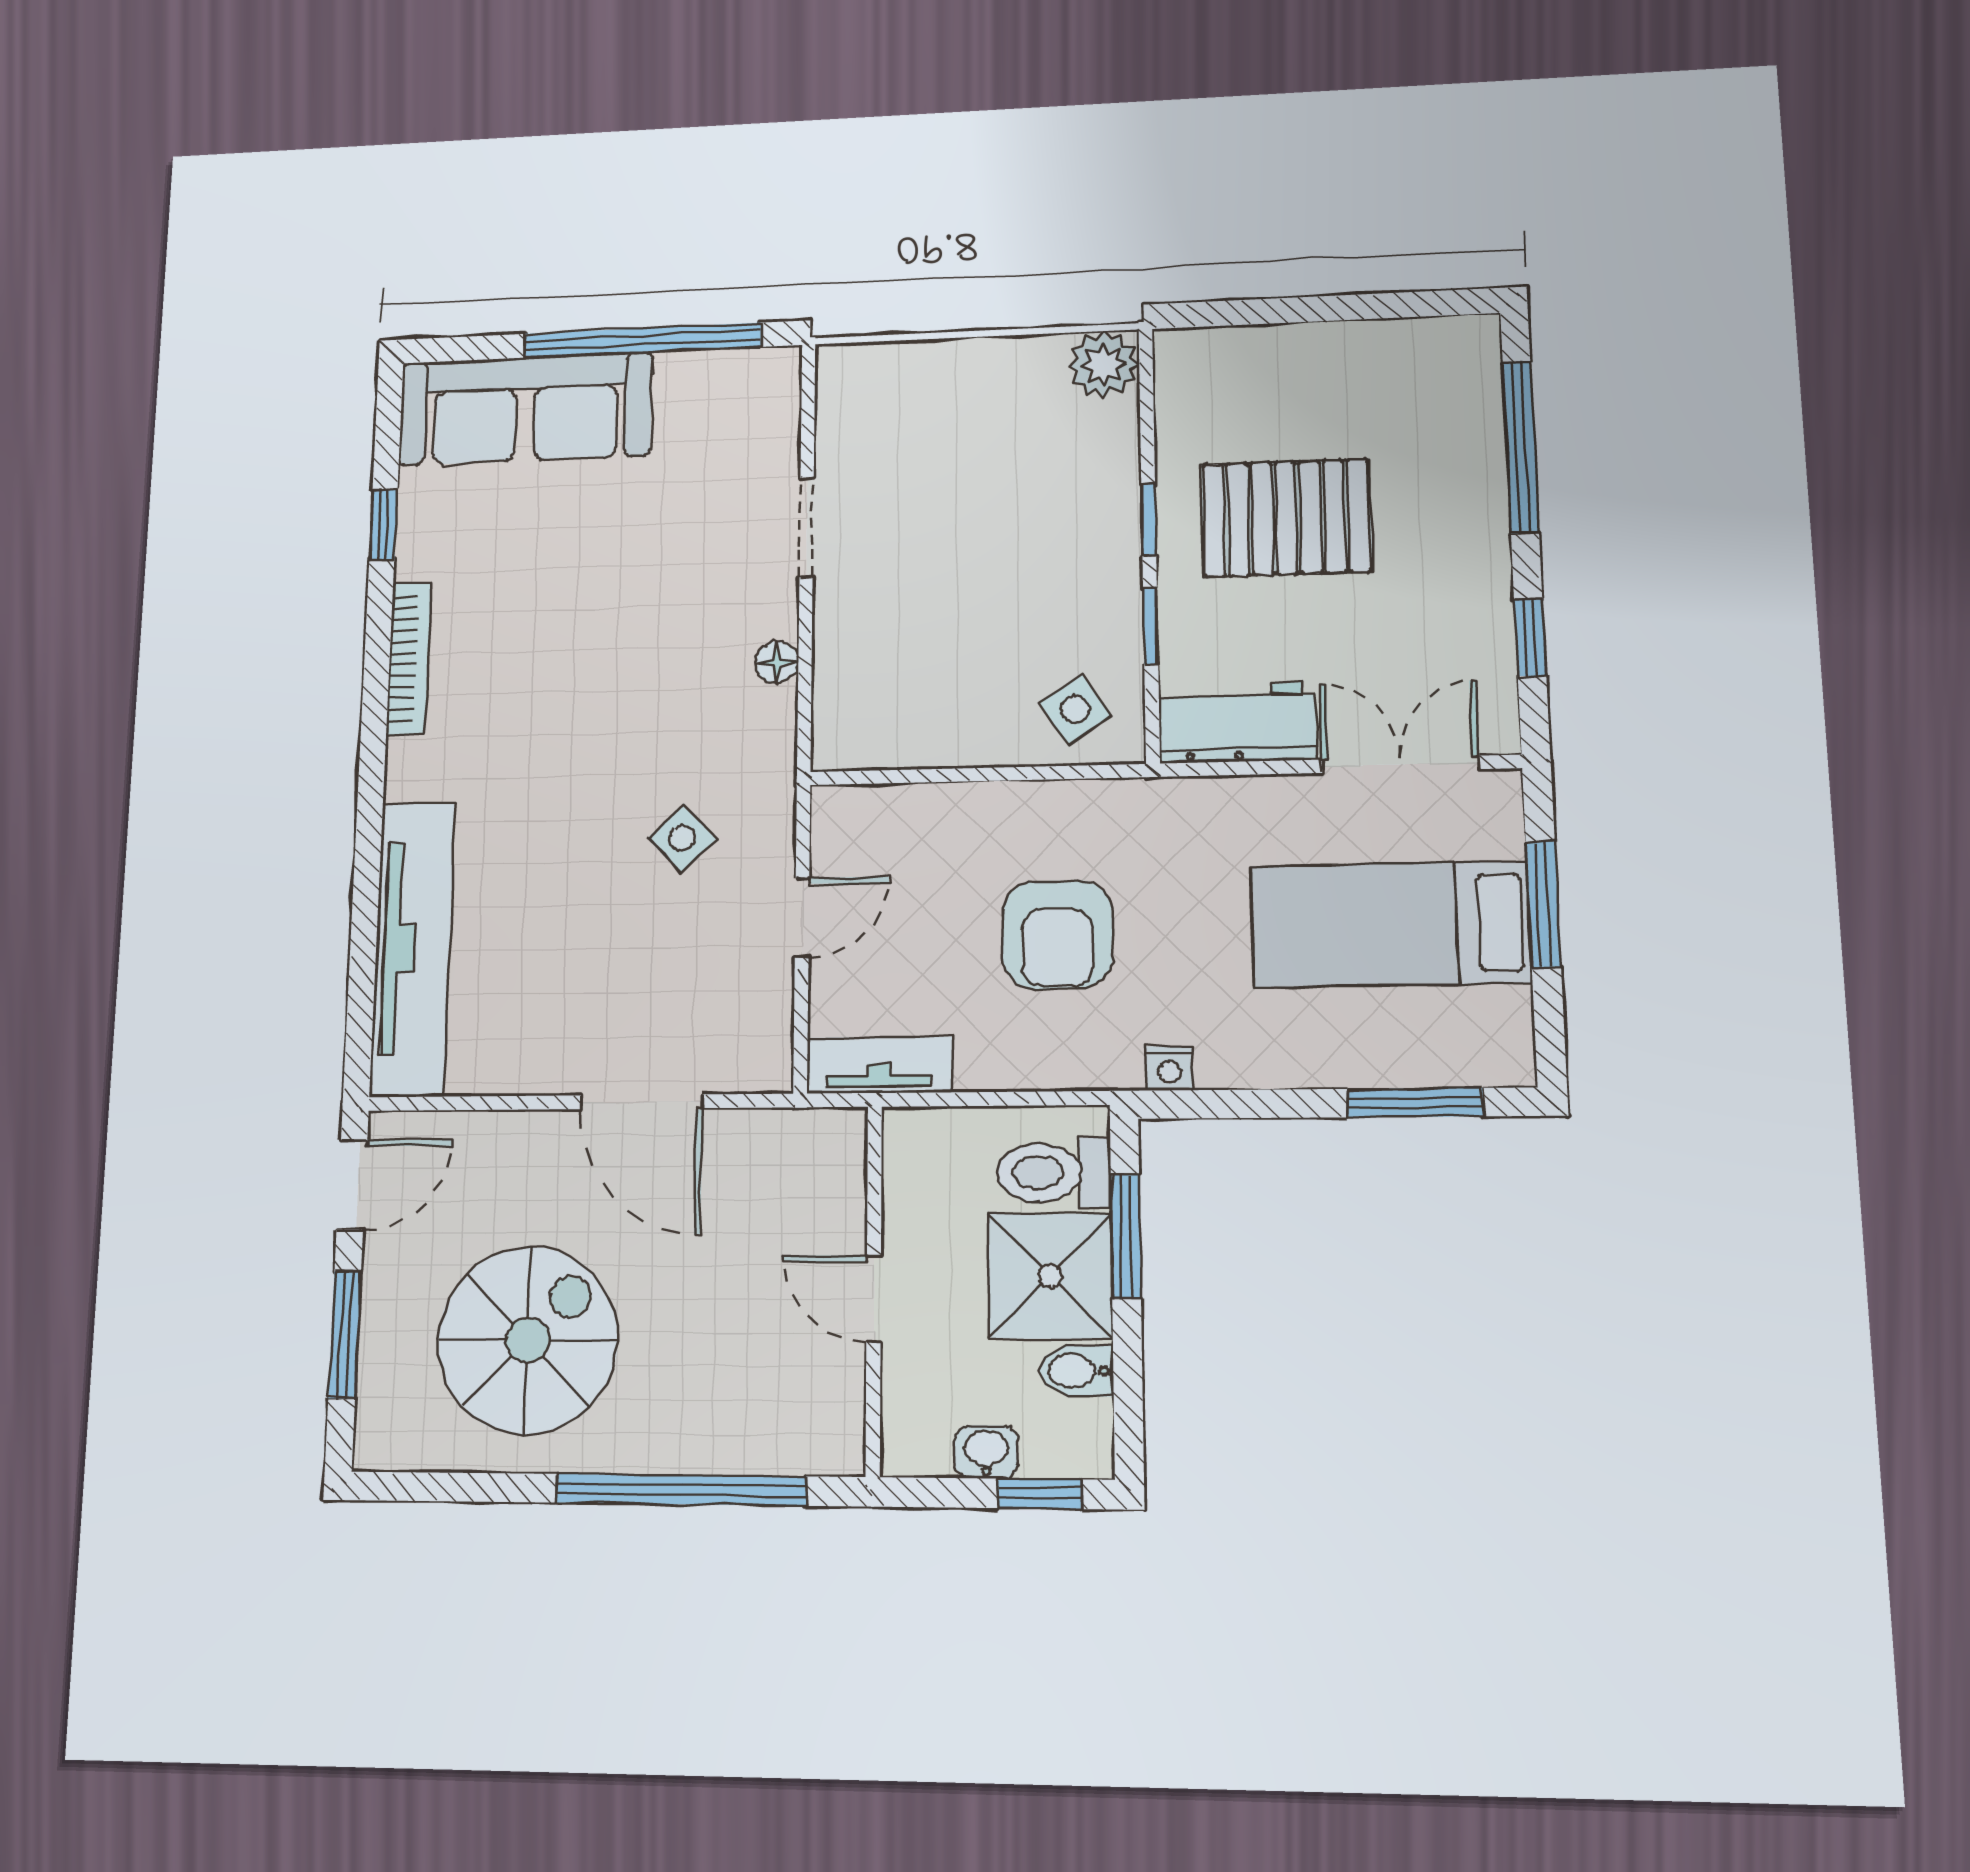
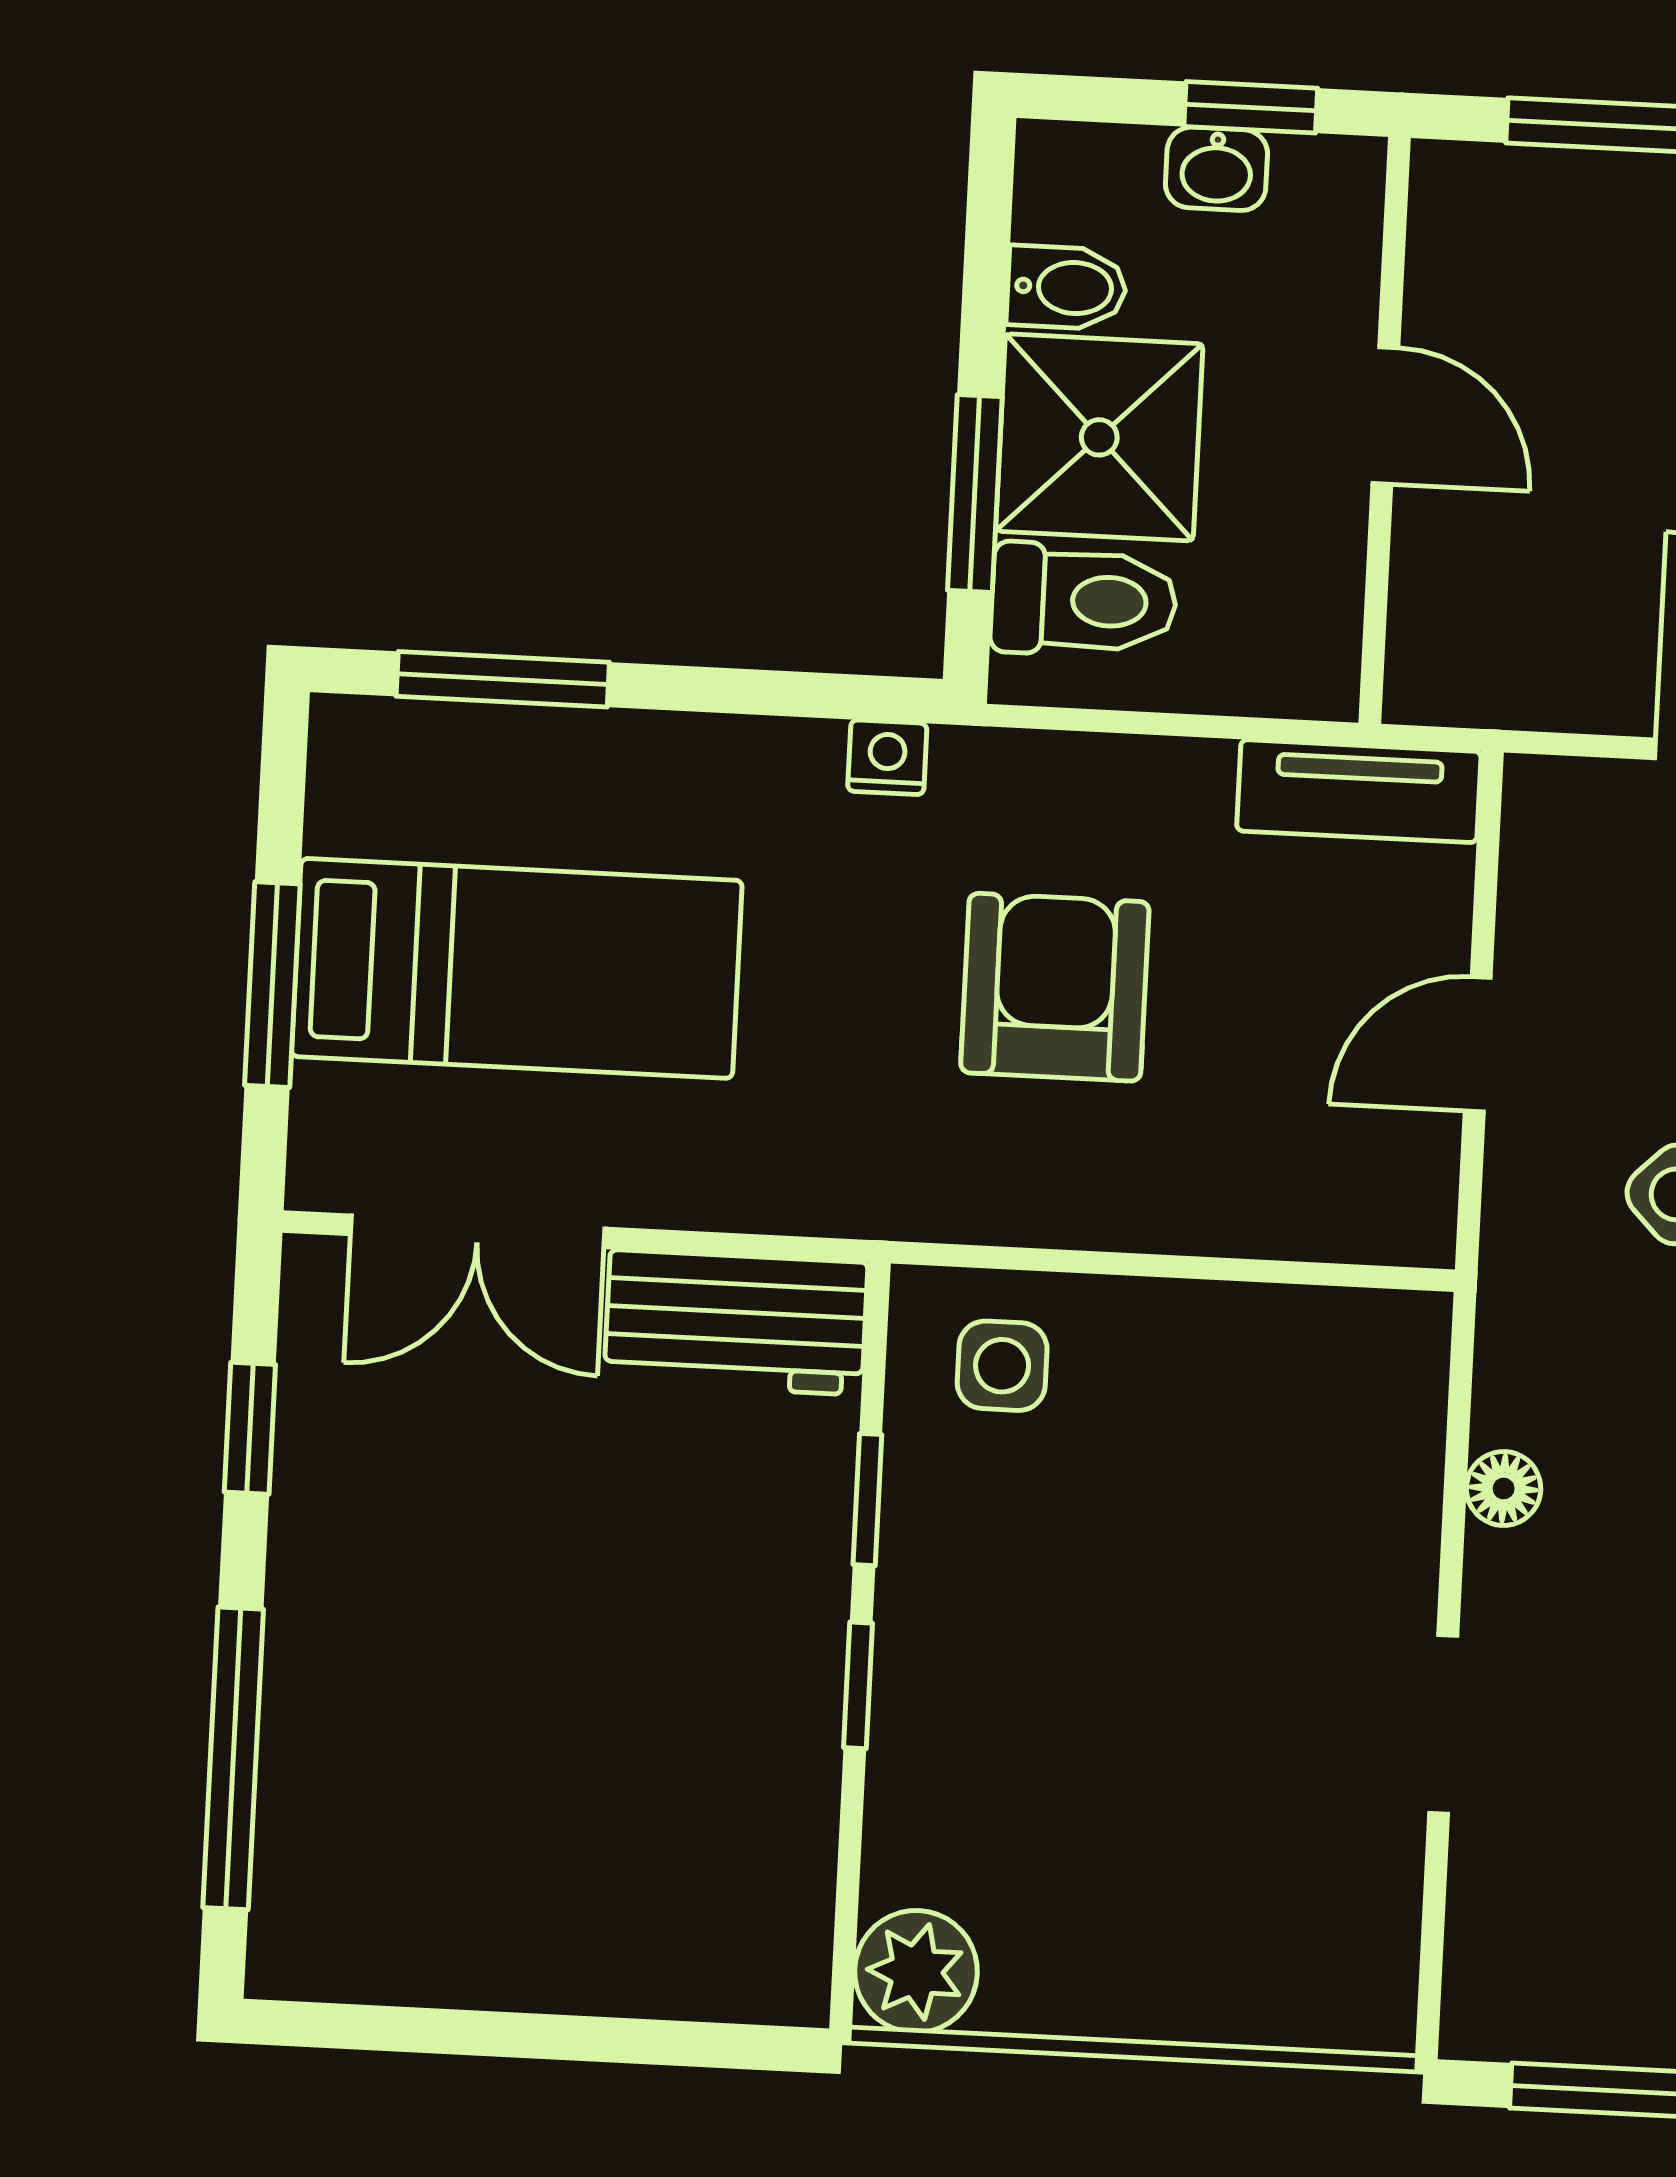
pallet: (1286, 518) -> (629, 1669), removed
side table: (1075, 709) -> (1002, 1366), turned 33
window: (1040, 1494) -> (1251, 107), moved

